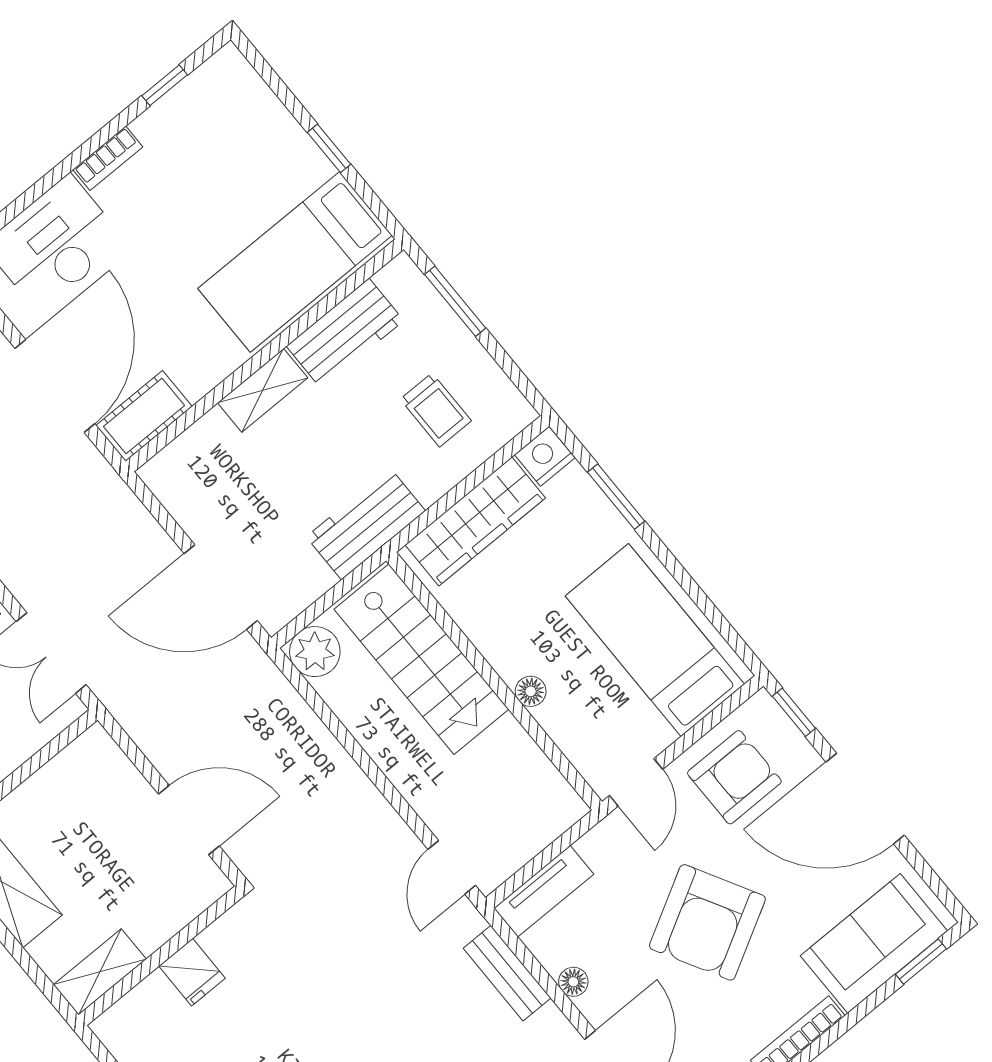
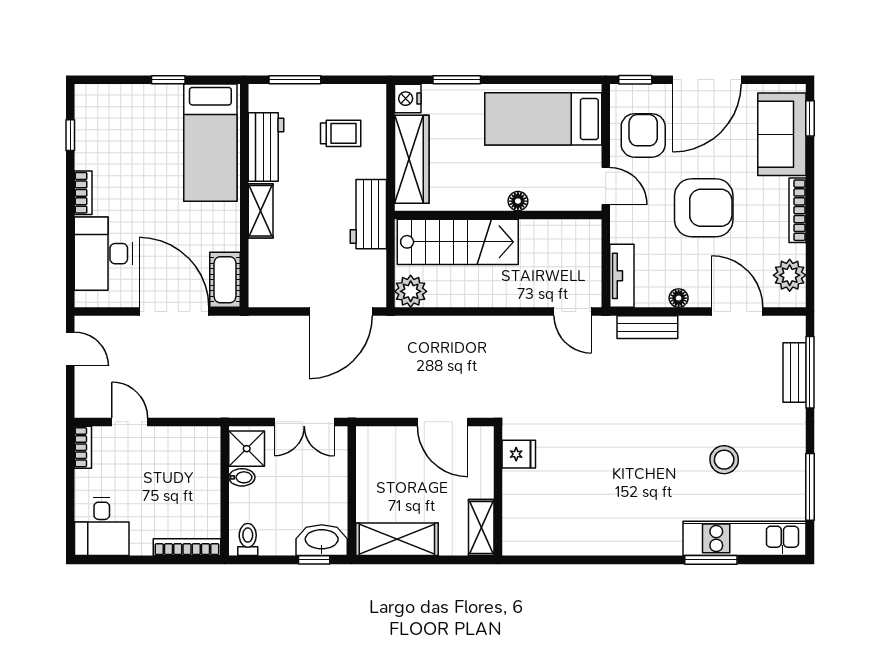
door: (189, 820) -> (443, 422), swing flipped
armchair: (707, 922) -> (704, 208), turned -61
fridge: (192, 972) -> (519, 454), moved

